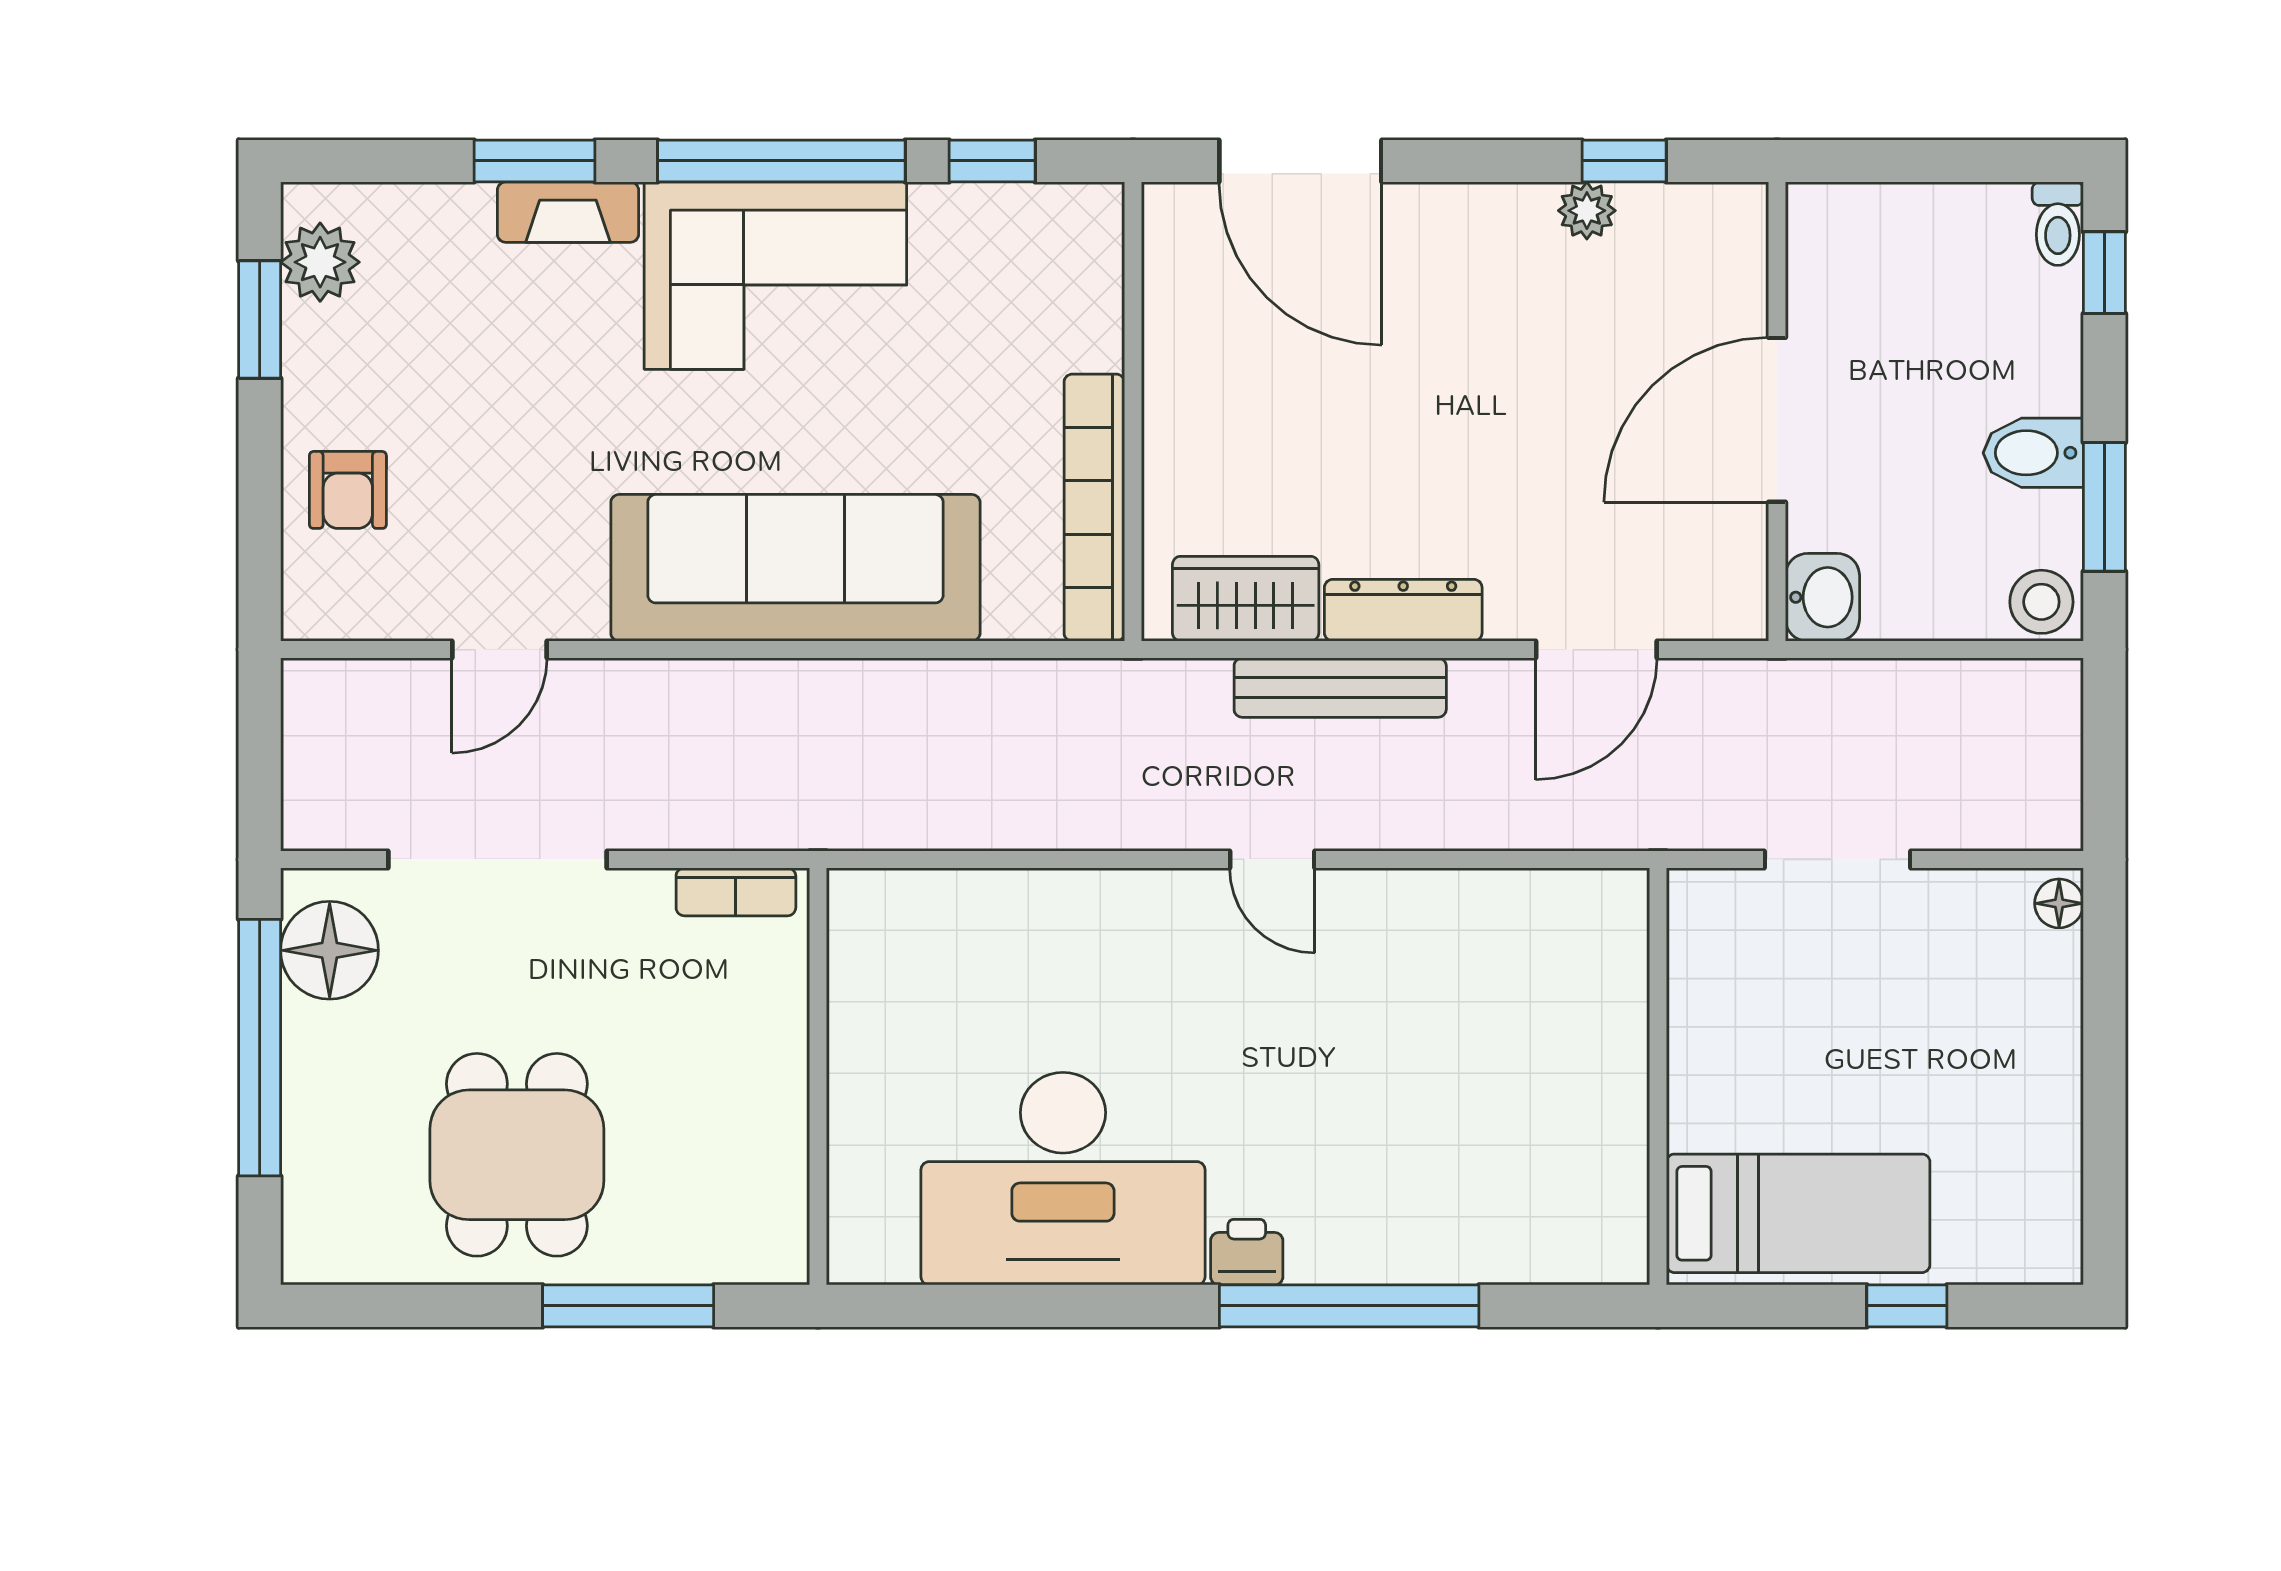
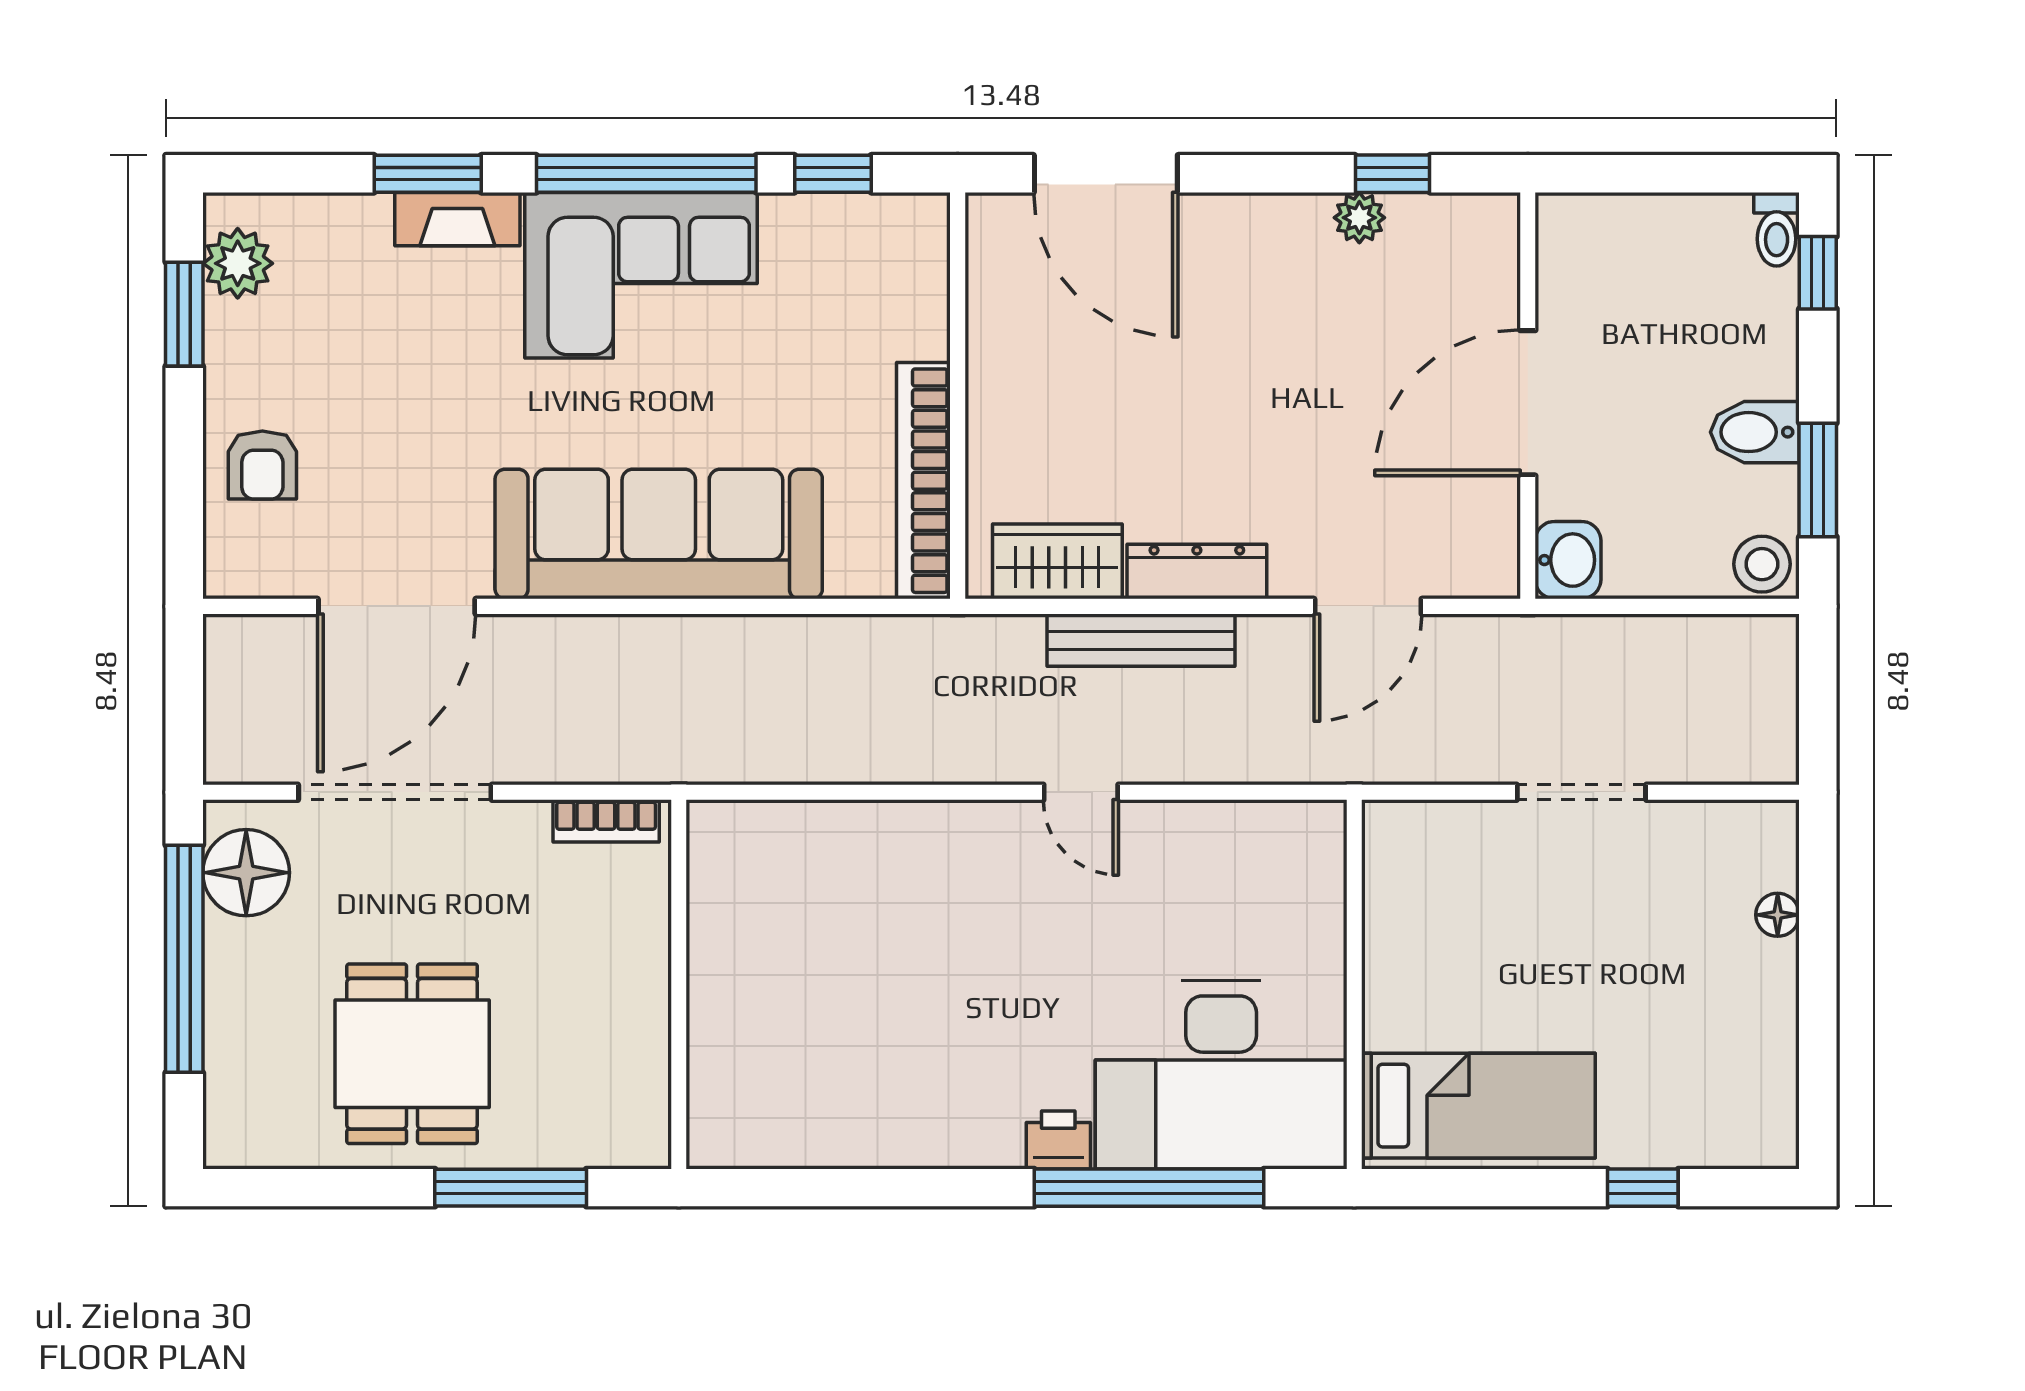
door: (499, 650) -> (397, 606), width x1.88
floor lamp: (2059, 903) -> (1778, 915), moved
wall: (1658, 1076) -> (1354, 984), moved
desk: (1063, 1179) -> (1221, 1075), moved
bed: (1798, 1213) -> (1478, 1106), moved

